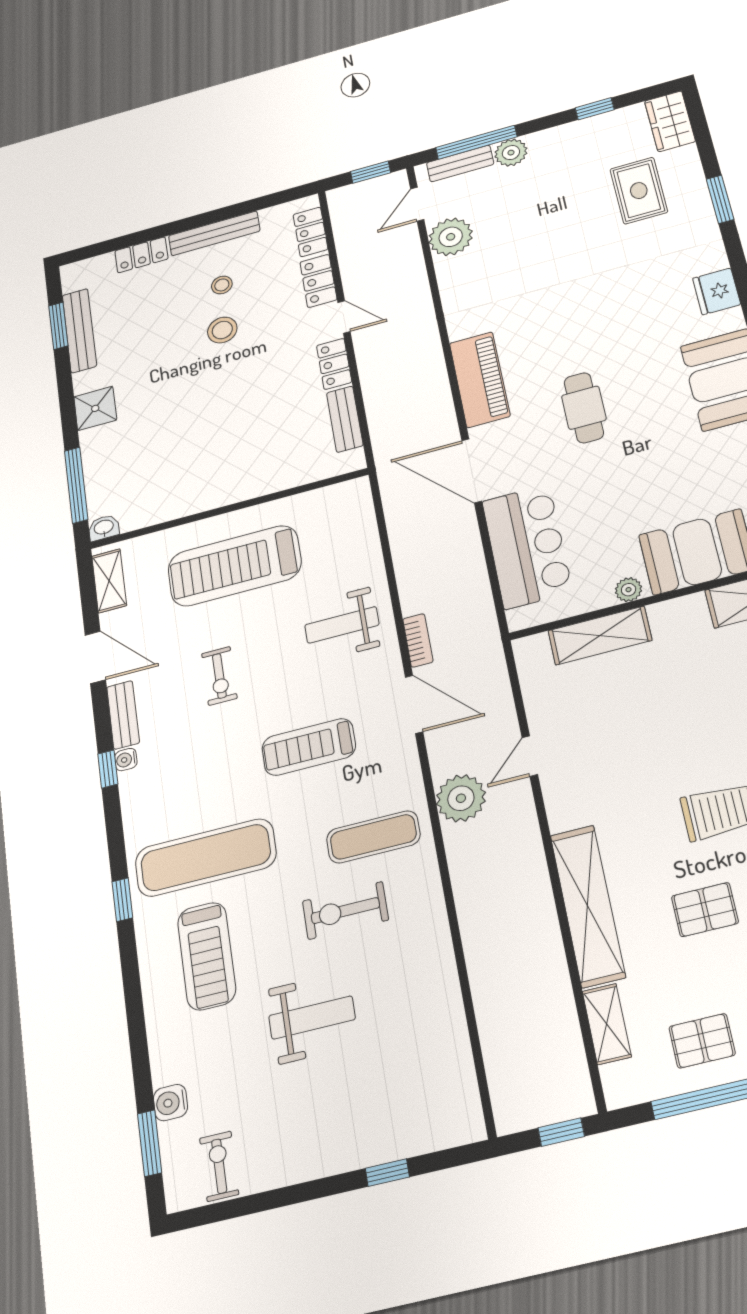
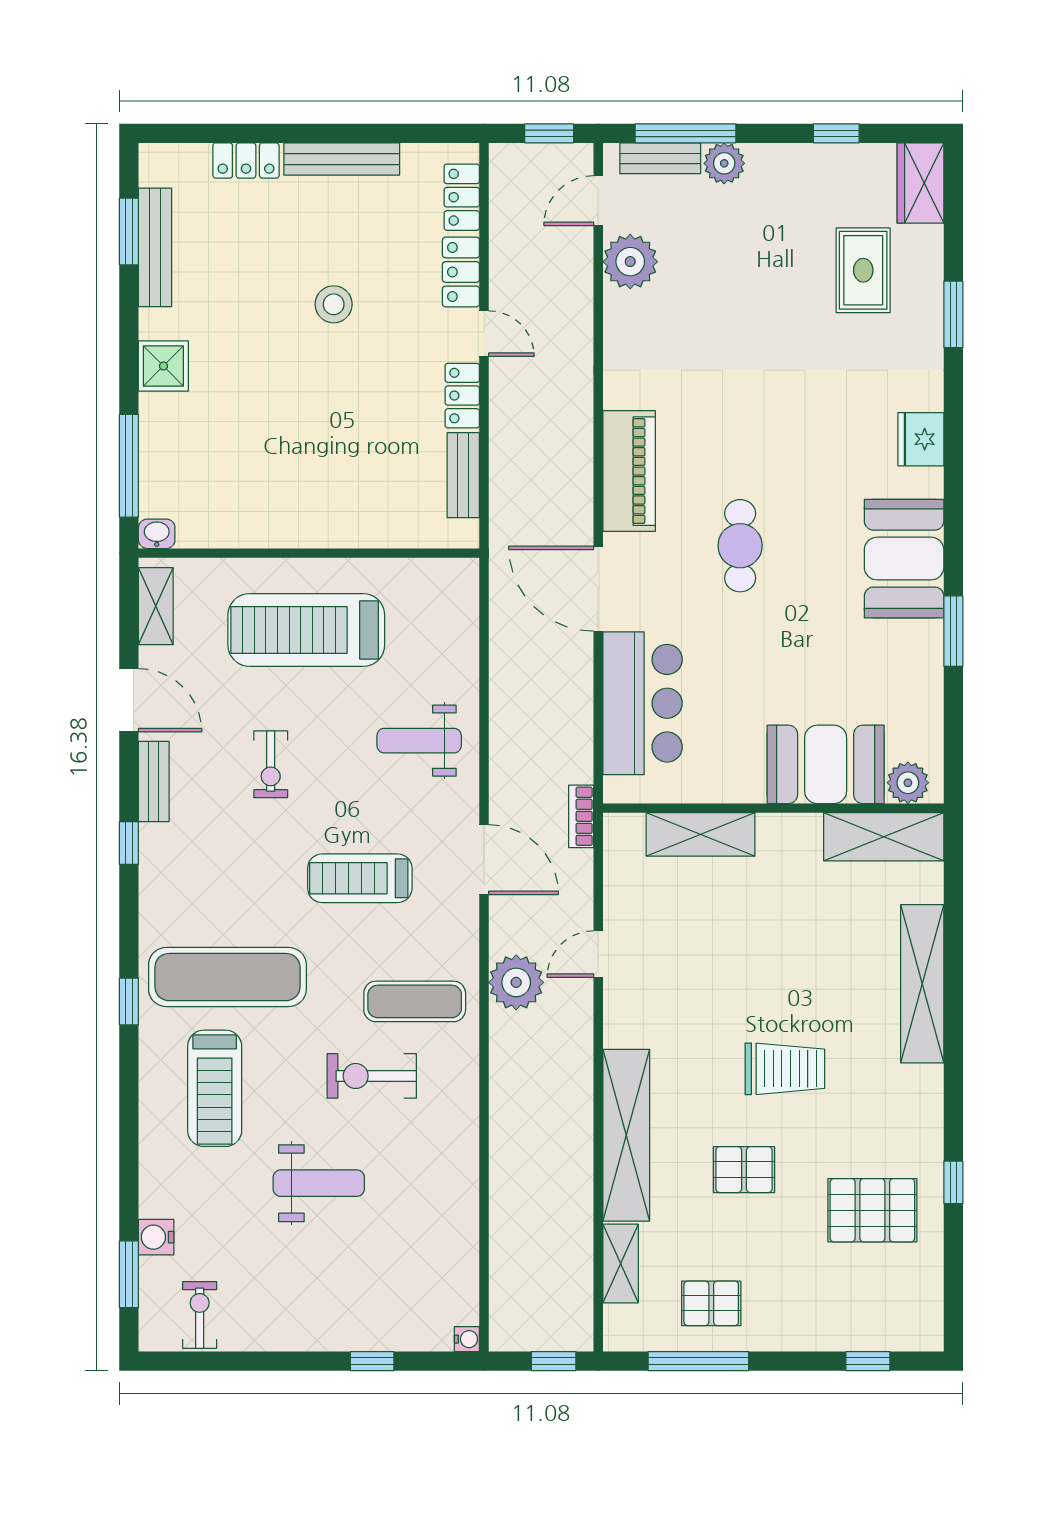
stool: (222, 285) -> (342, 239), removed
plant: (629, 590) -> (742, 789), removed
bookcase: (418, 640) -> (581, 816), moved, turned 180
water cooler: (126, 760) -> (467, 1339), moved, turned 180

